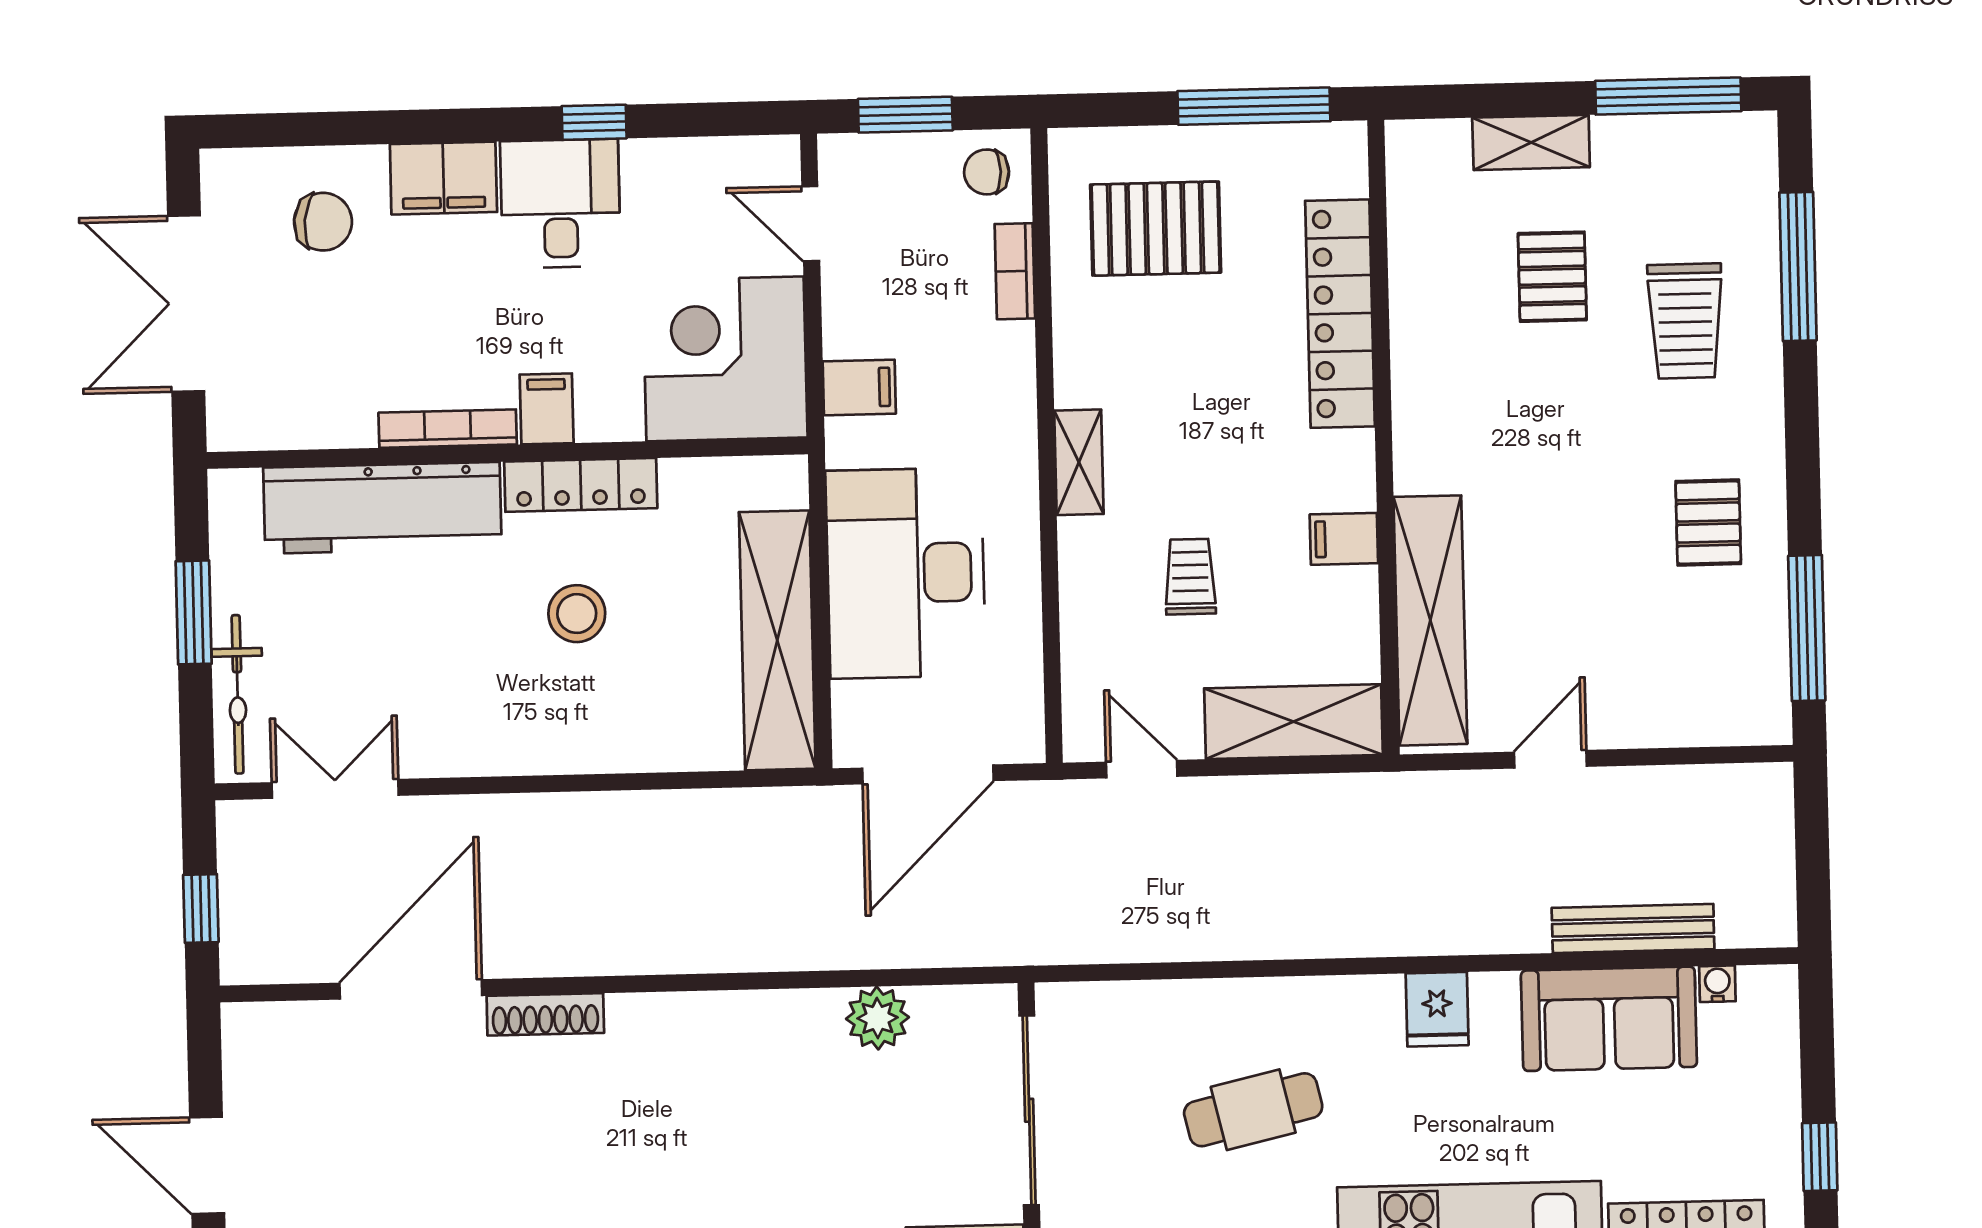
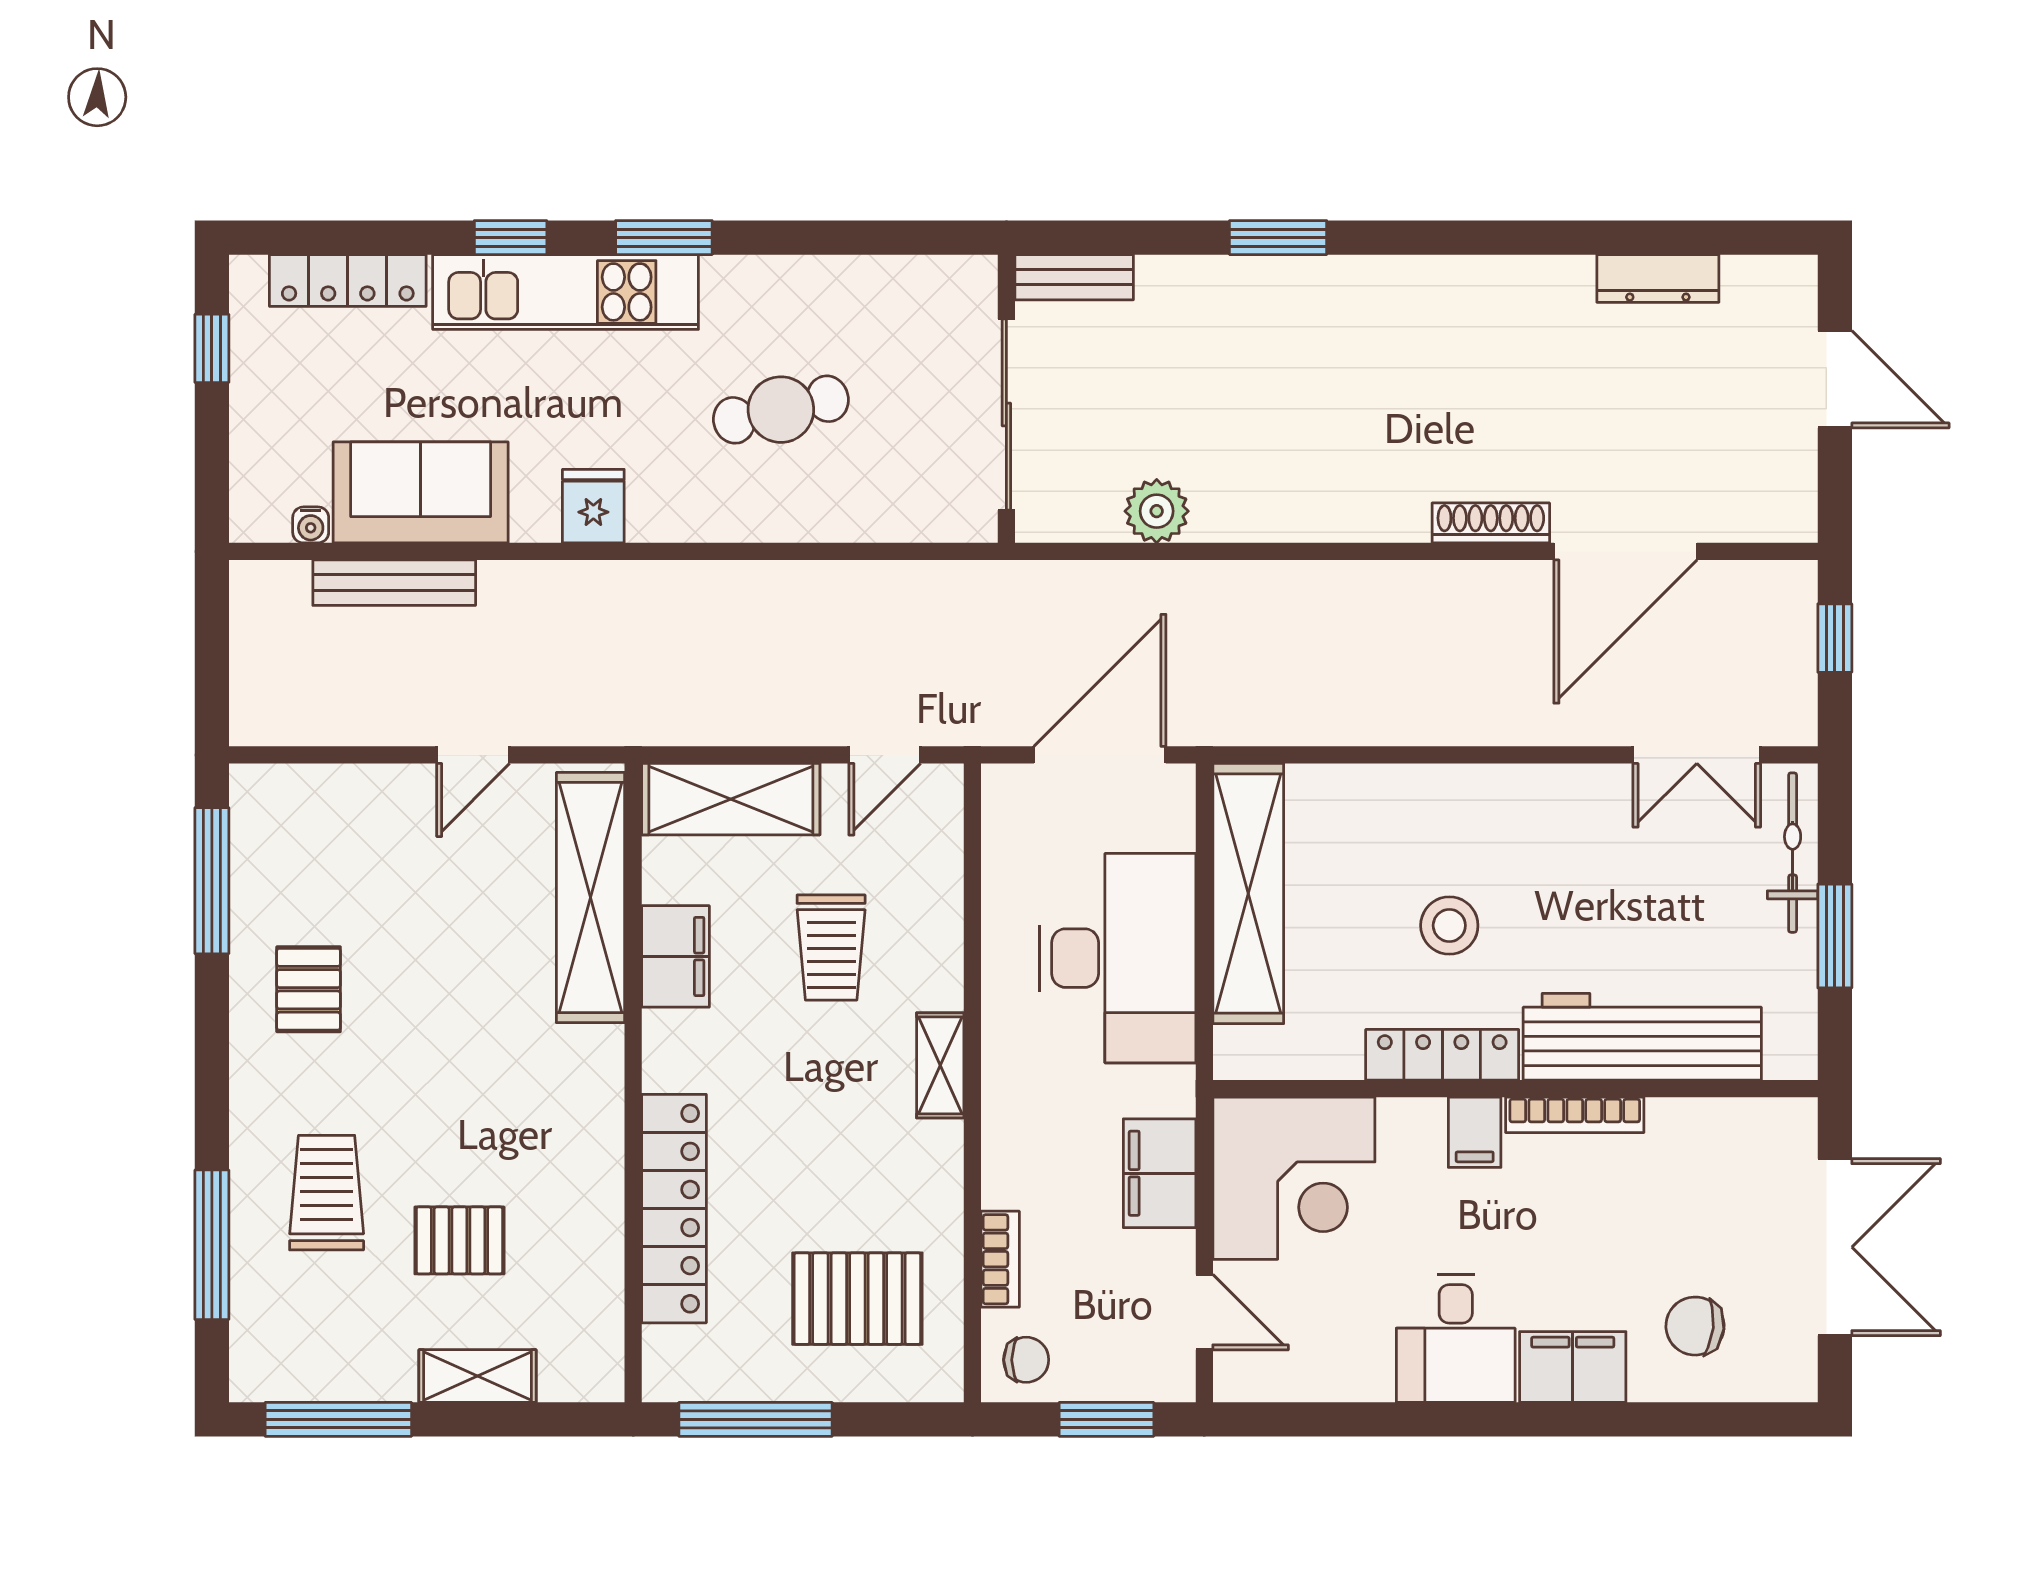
window: (594, 122) -> (1420, 1419), removed
pallet: (1552, 277) -> (459, 1240), turned 90
filing cabinet: (859, 387) -> (1160, 1173), width x2.00
filing cabinet: (1344, 539) -> (675, 956), width x2.00
trolley: (1190, 577) -> (831, 948), width x1.36, depth x1.39
door: (1142, 769) -> (885, 755), hinge flipped

